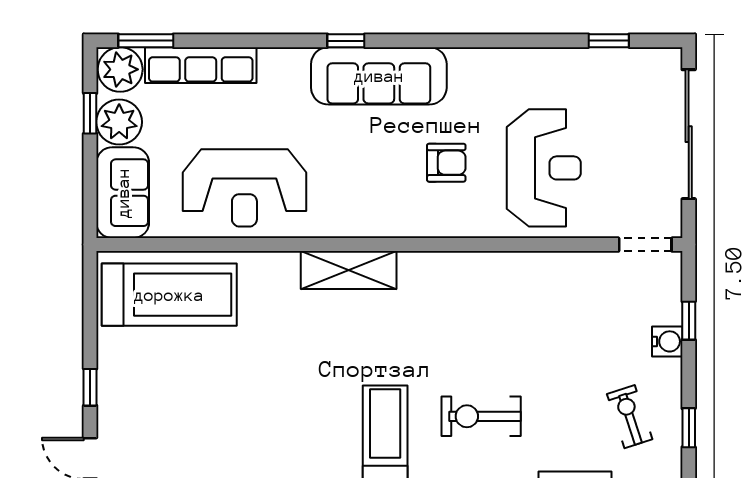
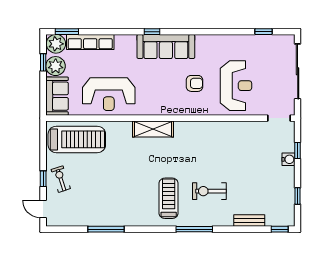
exercise bike: (630, 417) -> (61, 179), moved

